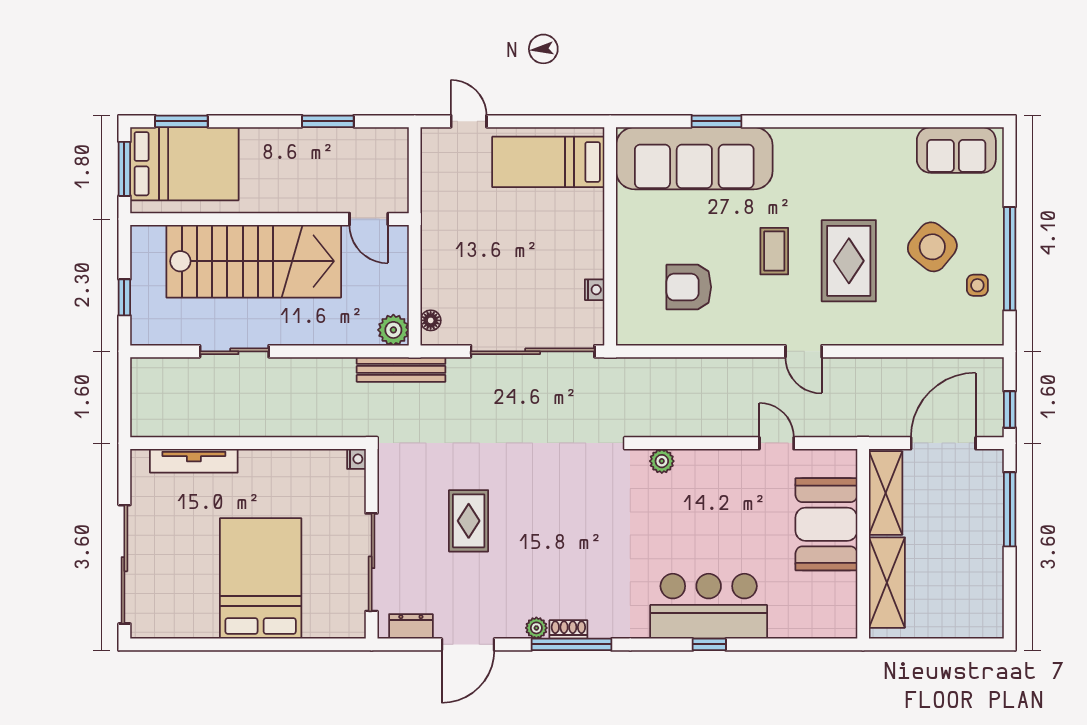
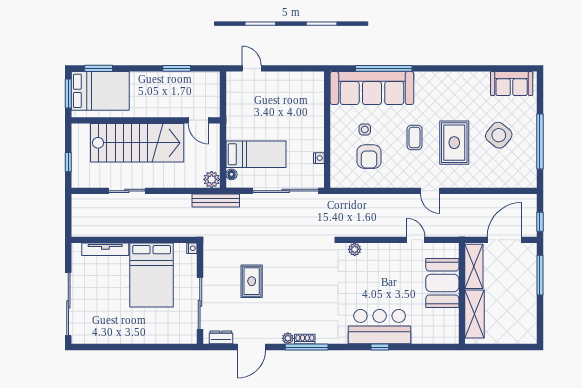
window: (716, 121) -> (384, 68), width x2.11
bed: (548, 162) -> (256, 154), moved, turned 180
side table: (977, 285) -> (365, 129), moved
armchair: (689, 287) -> (369, 157), turned -90
bed: (261, 578) -> (152, 275), moved, turned 180

